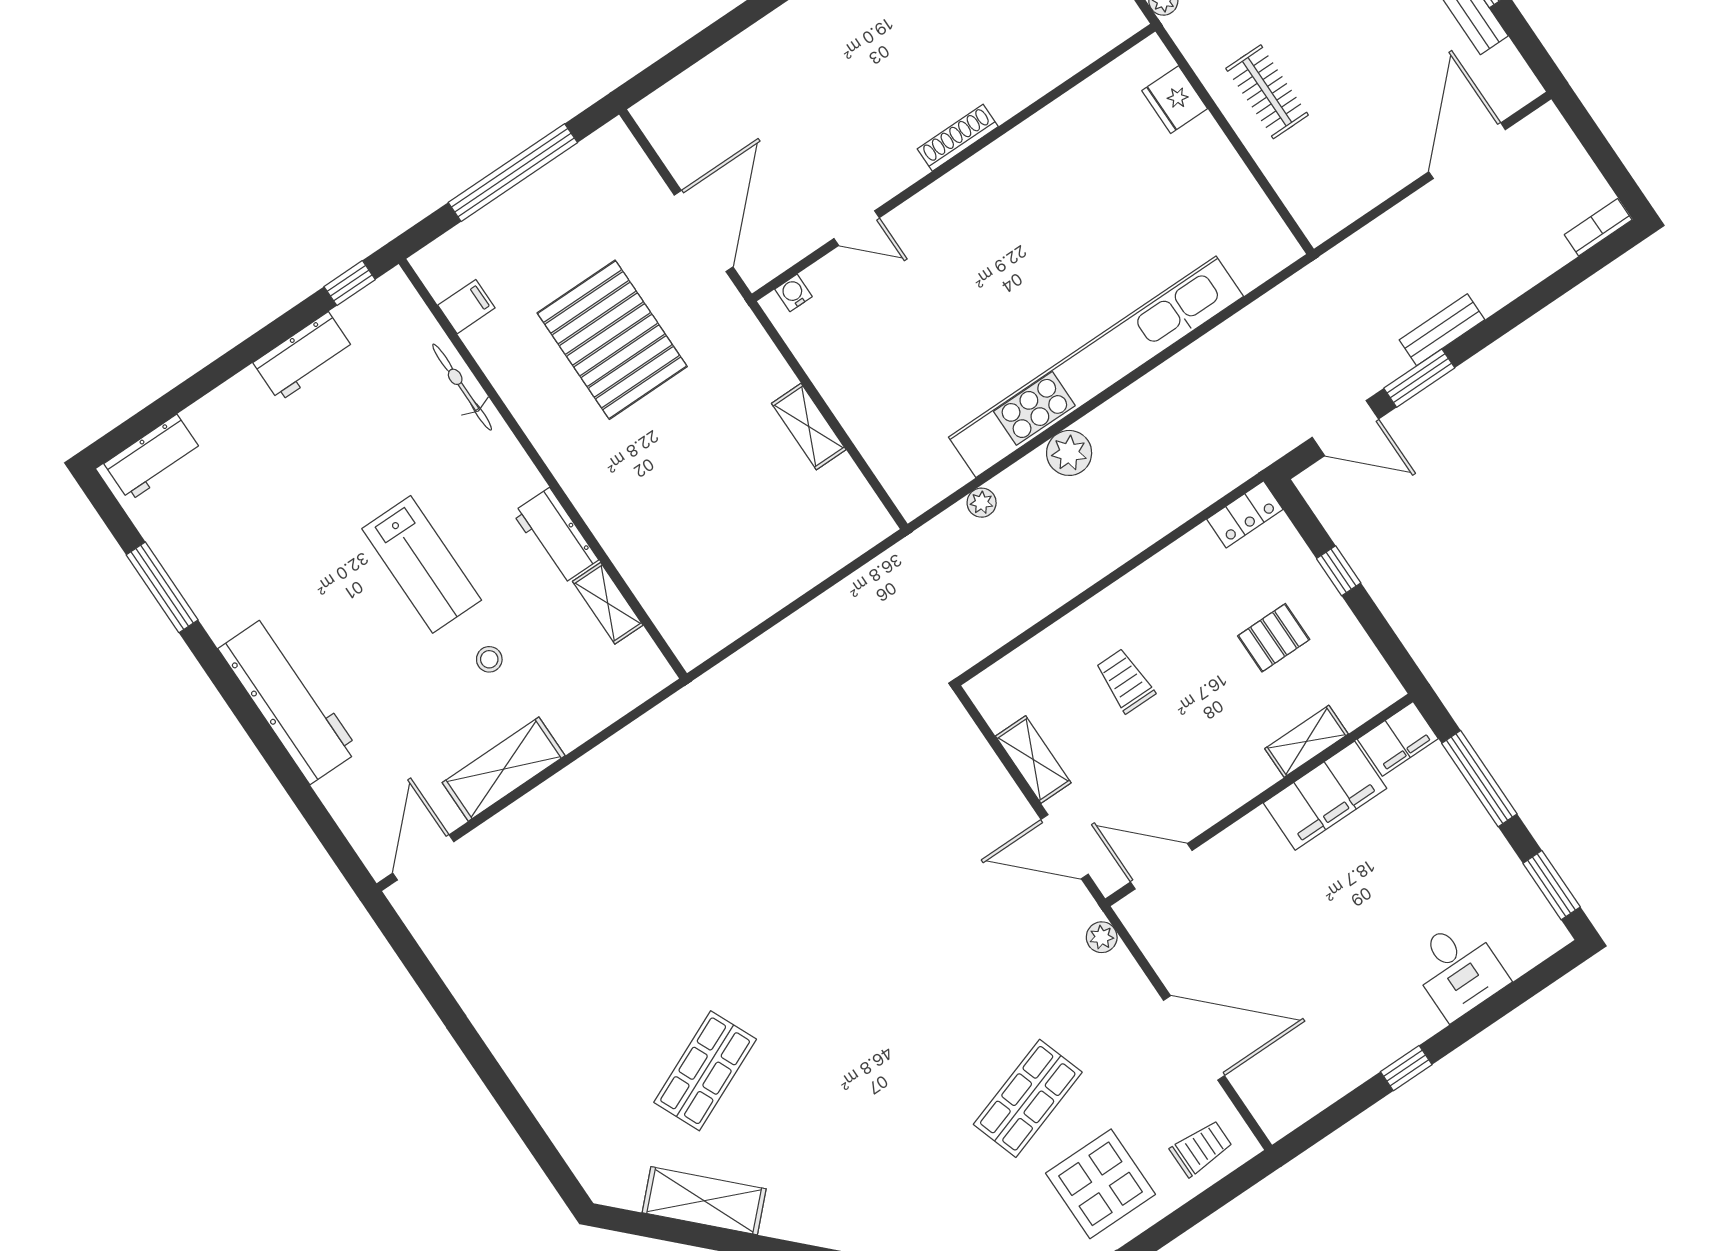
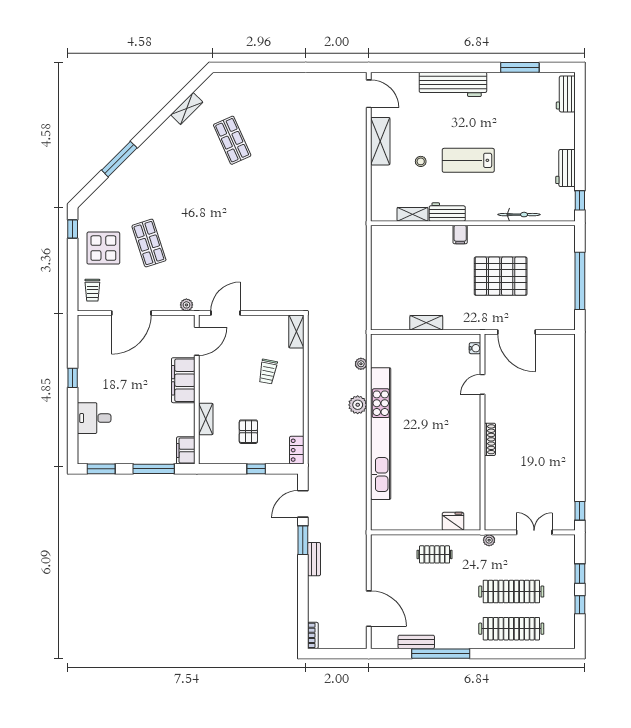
filing cabinet: (466, 307) -> (460, 234), moved
trolley: (1125, 681) -> (268, 372), turned 101
shelving: (1033, 759) -> (296, 332), moved, turned 90
filing cabinet: (1325, 796) -> (183, 380), moved
shelving: (704, 1201) -> (187, 108), width x0.67, depth x0.75

